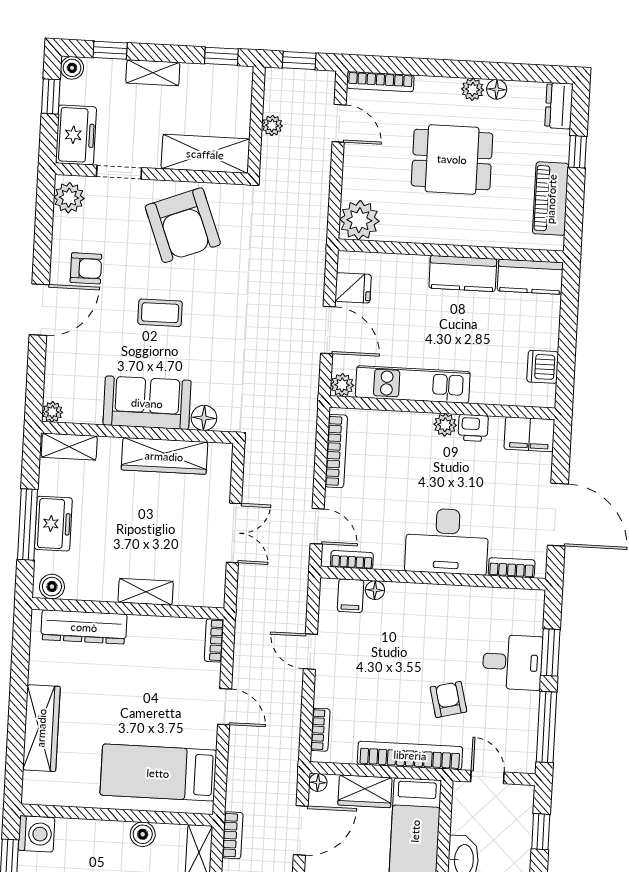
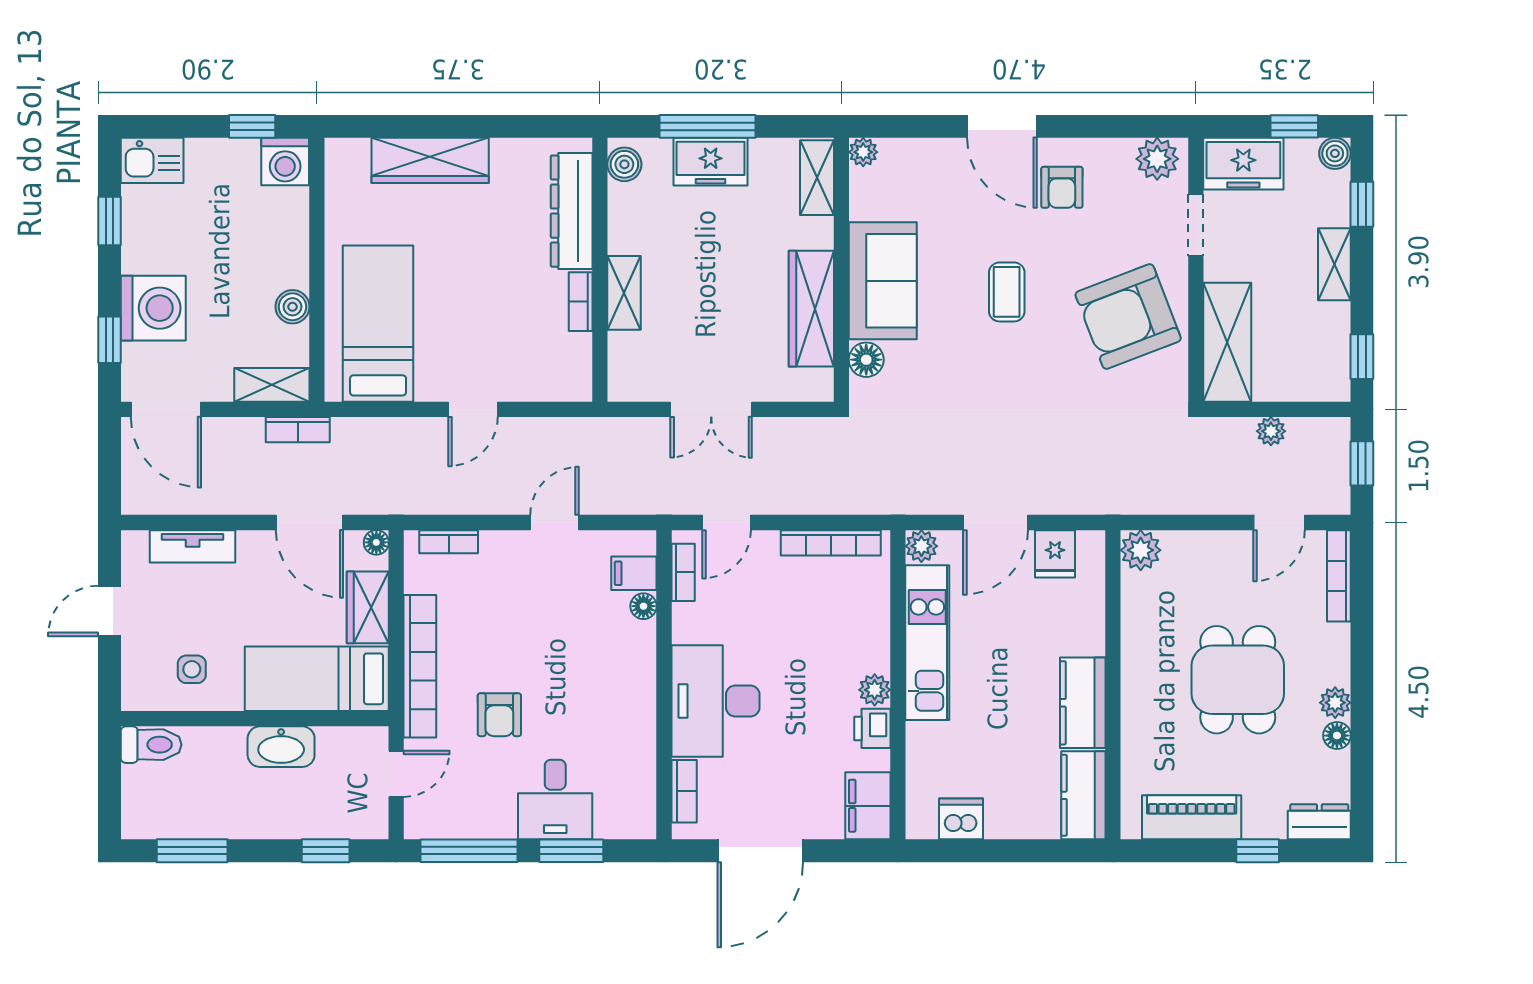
plant: (359, 220) -> (1141, 550), width x0.73, depth x0.73
bookcase: (214, 640) -> (581, 302), moved, turned -90
armchair: (448, 699) -> (499, 715), turned 104

